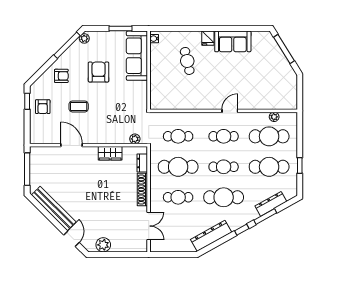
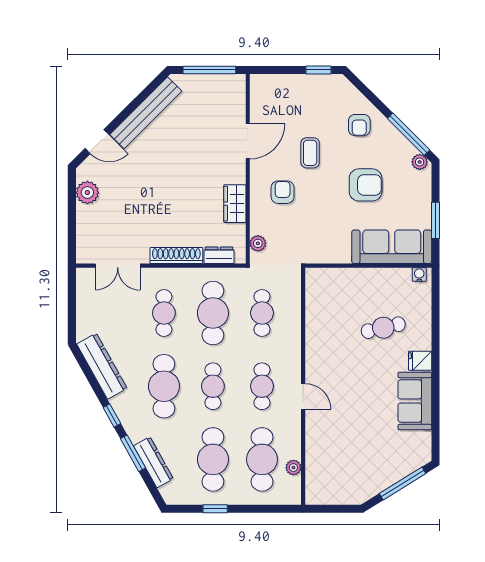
armchair: (43, 107) -> (283, 192), moved, turned 90

